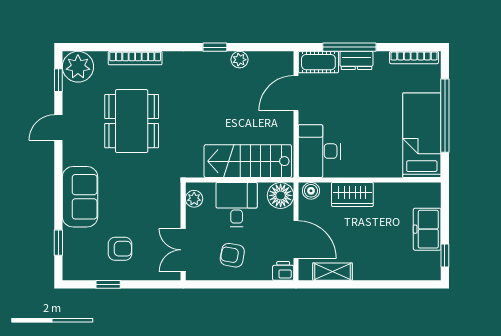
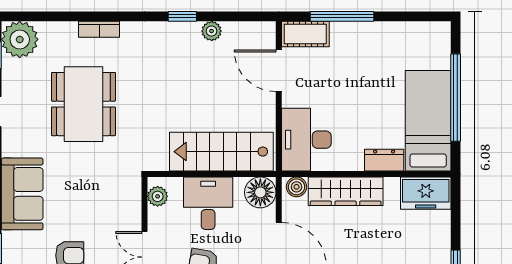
bookcase: (135, 58) -> (99, 29), width x0.64
bookcase: (414, 58) -> (419, 29), removed
dresser: (356, 60) -> (384, 160), moved, turned 180
door: (296, 93) -> (279, 71), hinge flipped
wardrobe: (352, 194) -> (346, 191), width x1.50
freezer: (427, 229) -> (426, 193), moved, turned -90

